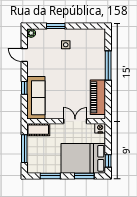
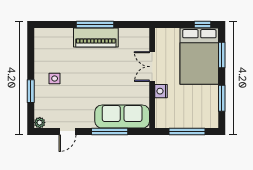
window: (108, 65) -> (95, 24), moved
window: (24, 88) -> (110, 131), width x2.17
piano: (98, 97) -> (96, 37), moved
nightstand: (100, 128) -> (161, 91), moved
cot: (38, 130) -> (163, 114), removed

